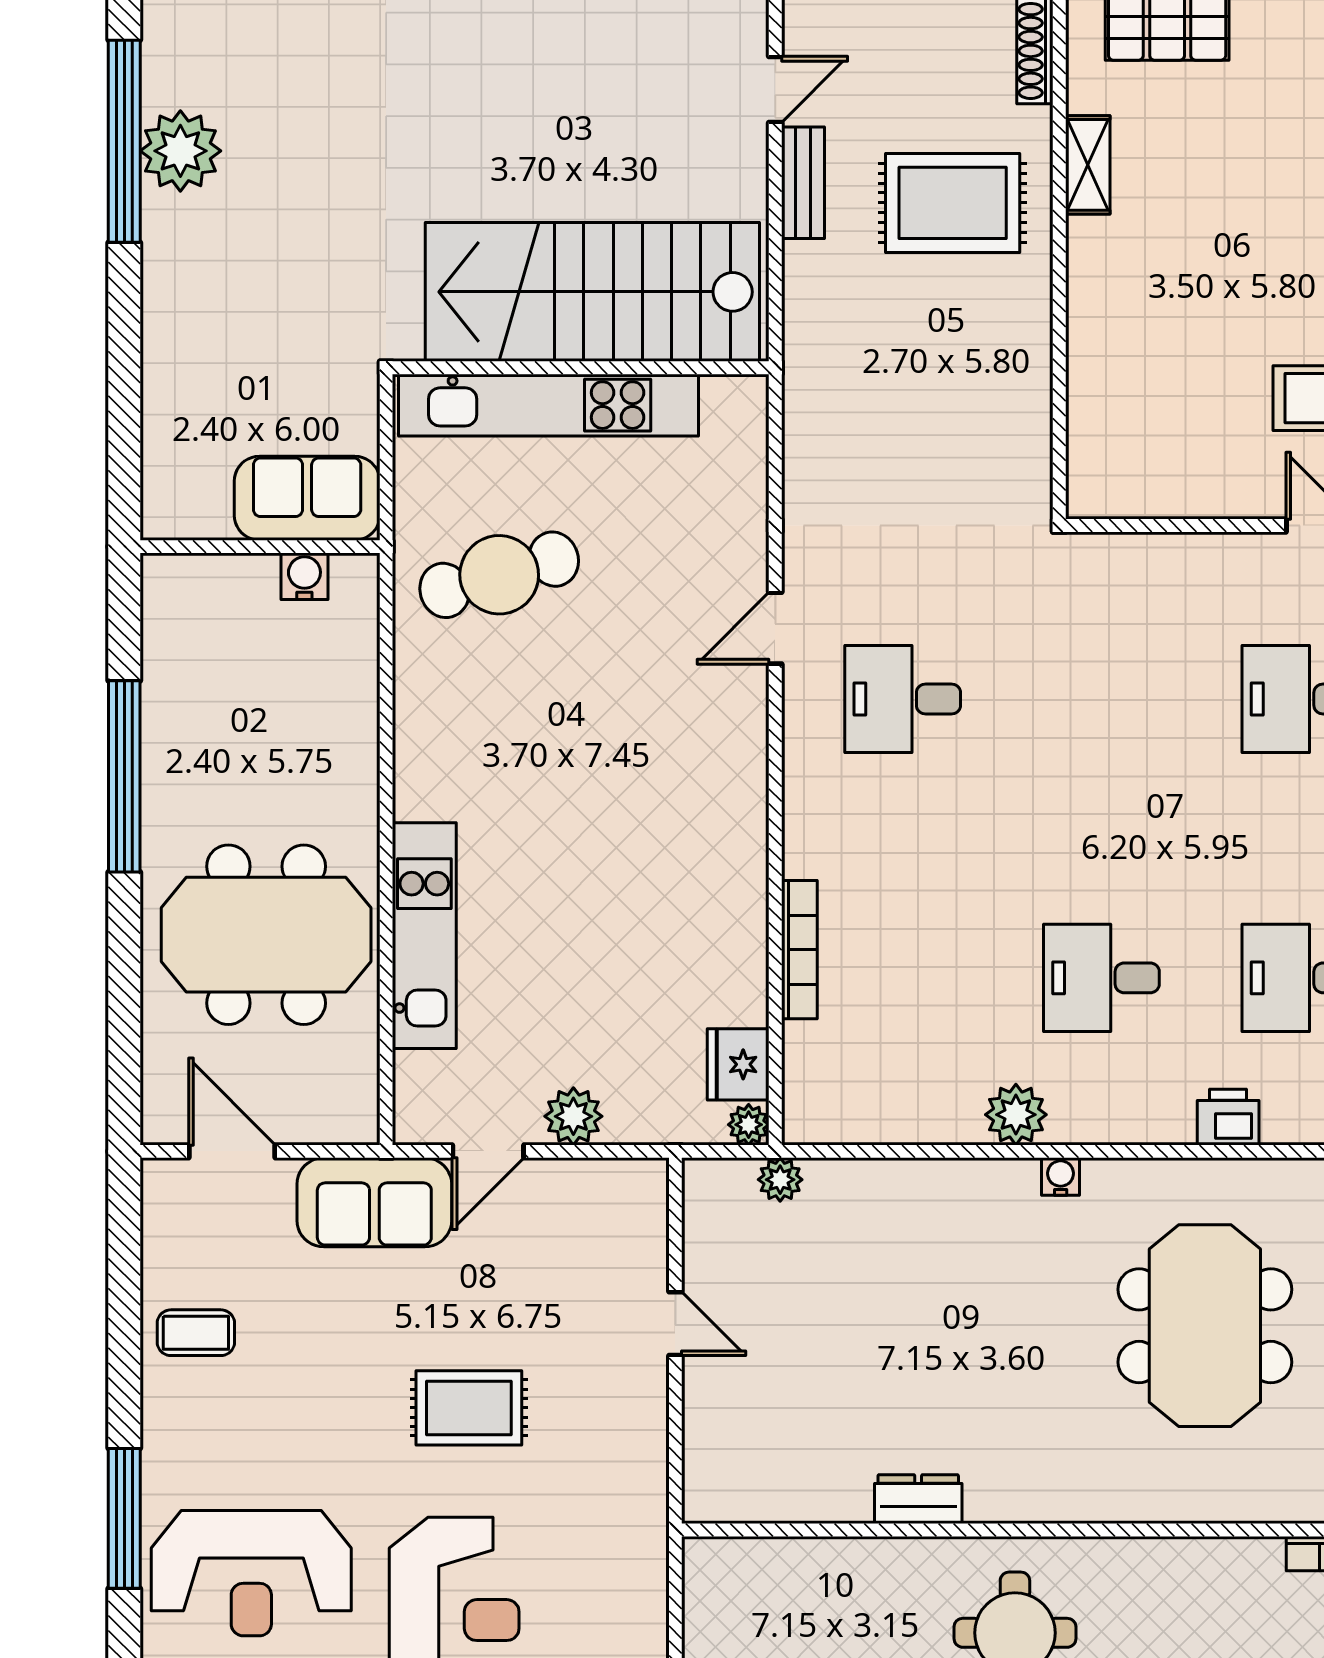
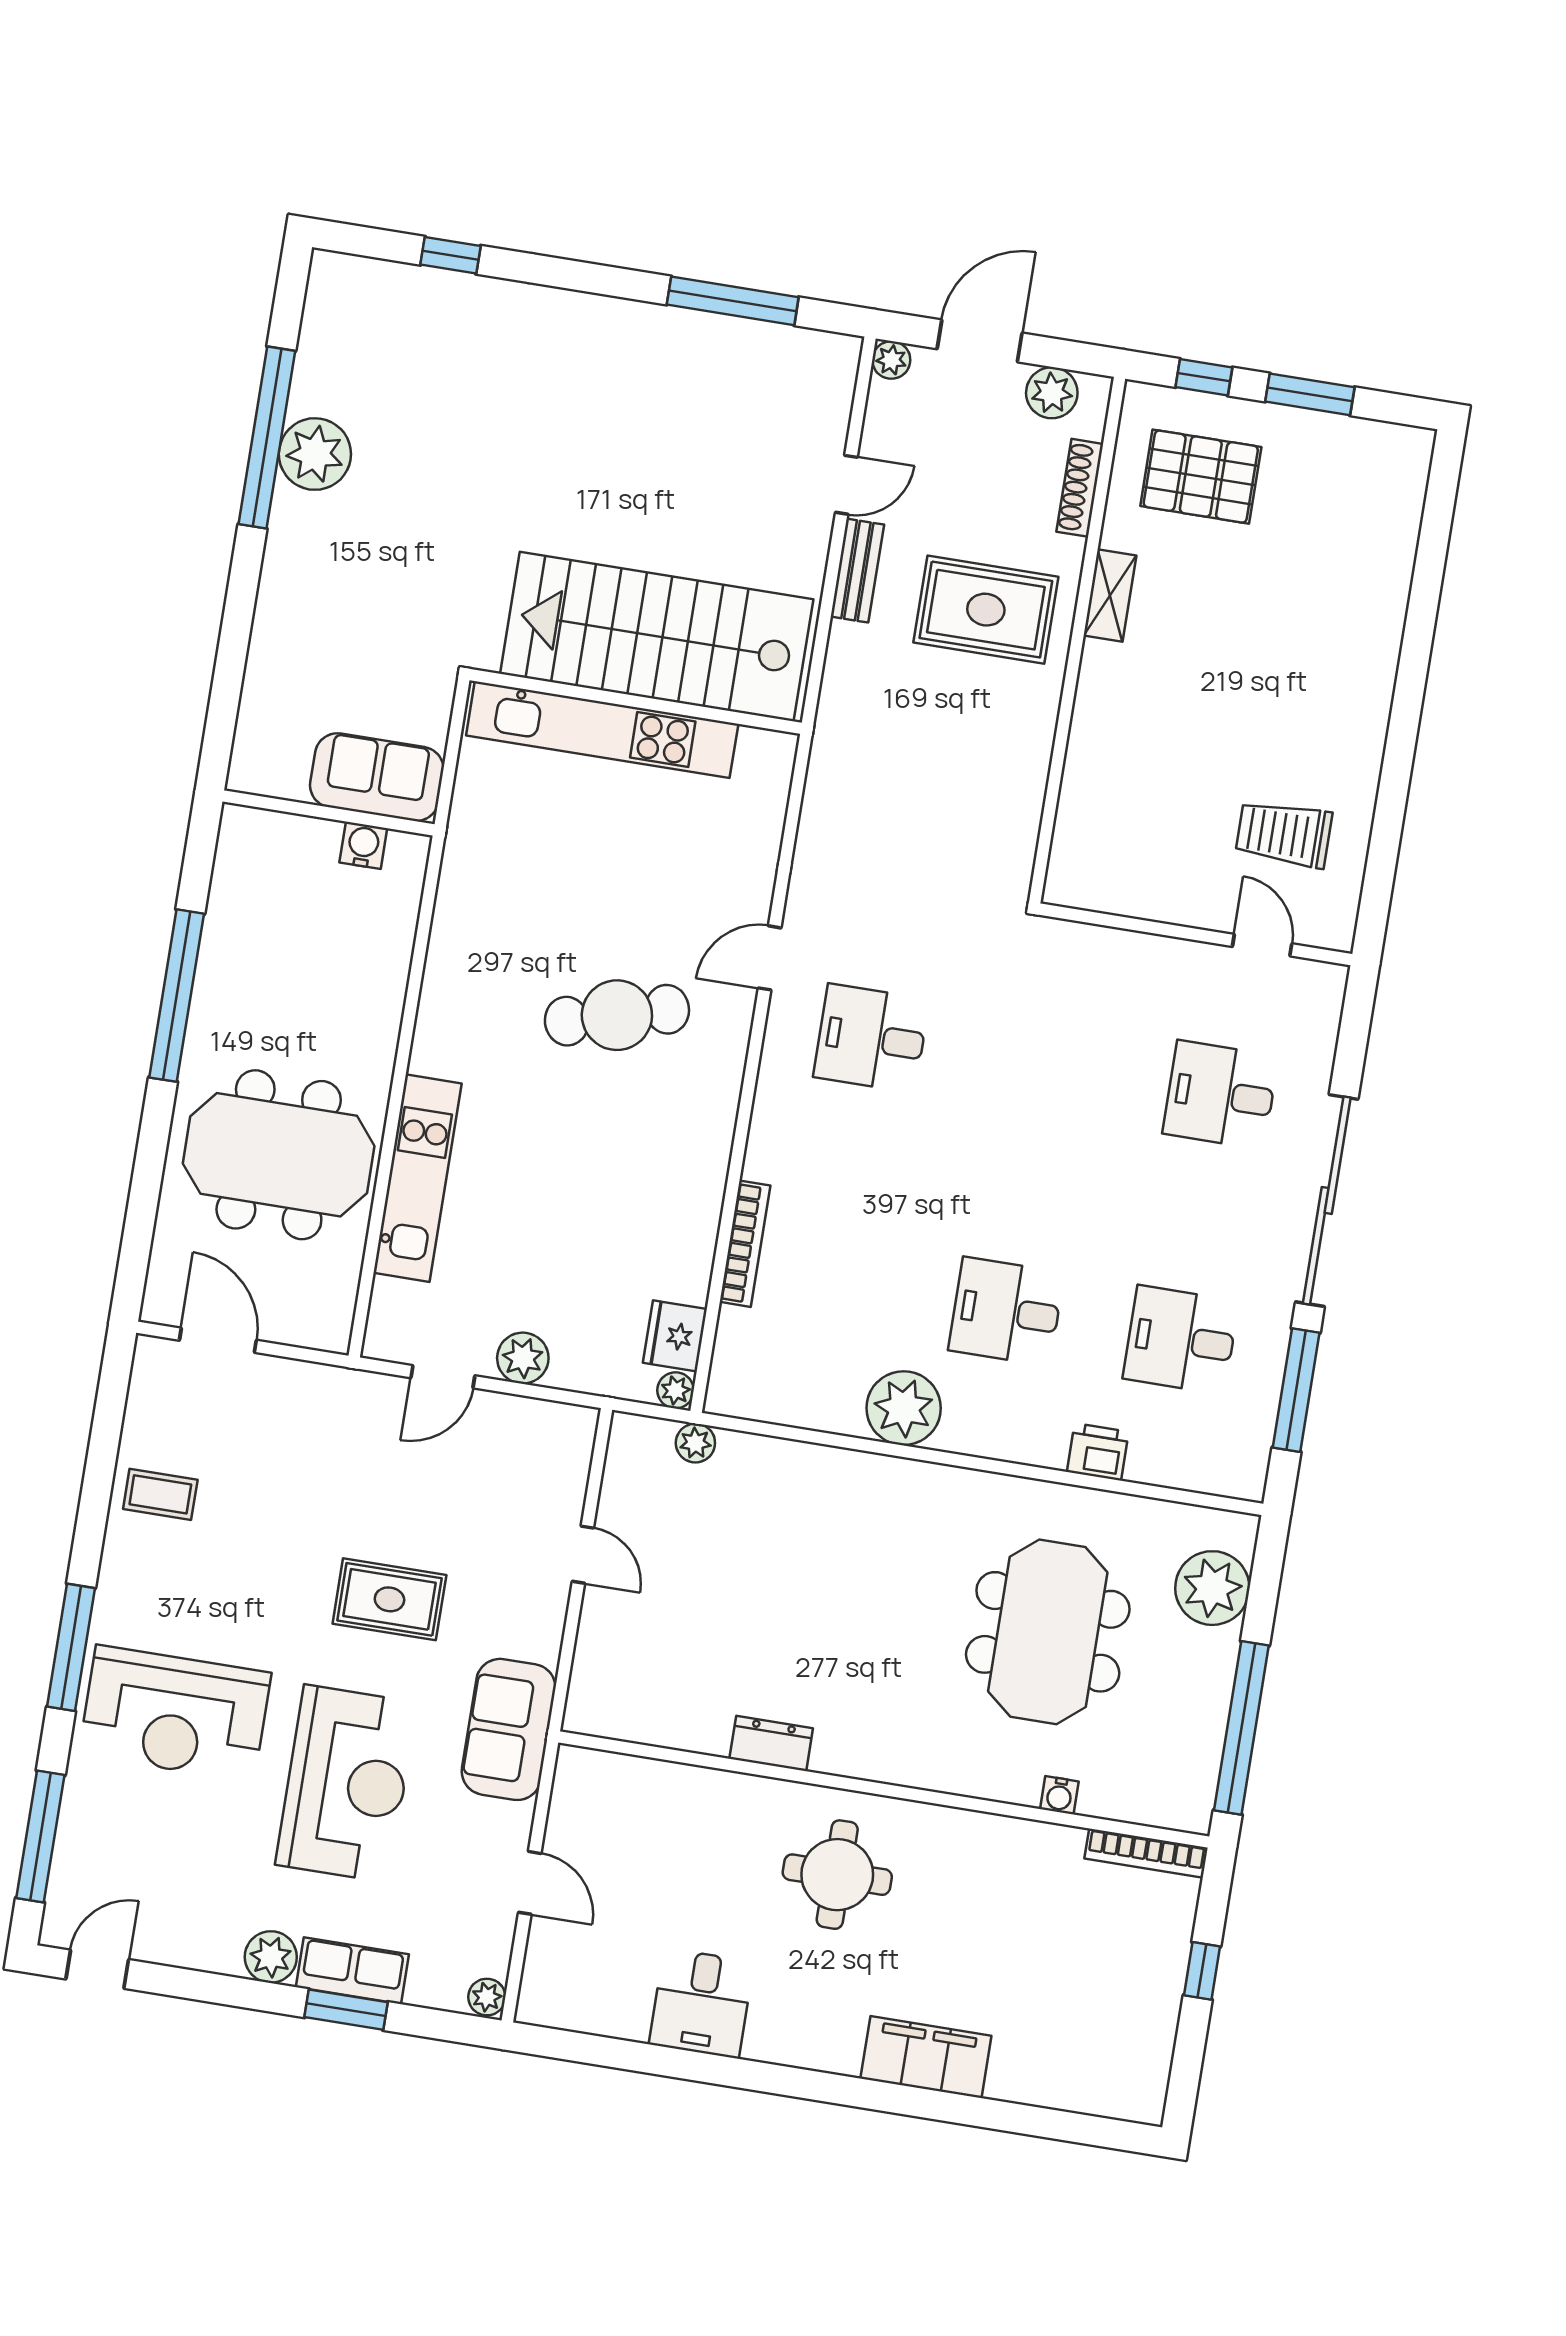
cafe table: (499, 575) -> (617, 1015), moved
plant: (1016, 1115) -> (904, 1408), width x1.36, depth x1.36
water cooler: (1061, 1177) -> (1059, 1795), moved, turned 180
sofa: (374, 1202) -> (509, 1729), moved, turned 90

